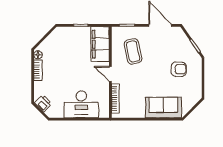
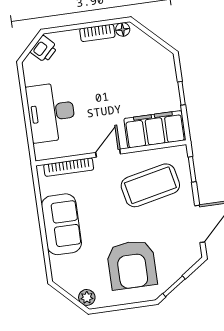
coffee table: (133, 51) -> (150, 185), width x1.36, depth x1.32
armchair: (179, 69) -> (132, 265), width x1.88, depth x1.88
plant: (194, 99) -> (87, 297), added
sofa: (163, 108) -> (61, 224), moved

